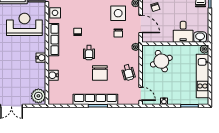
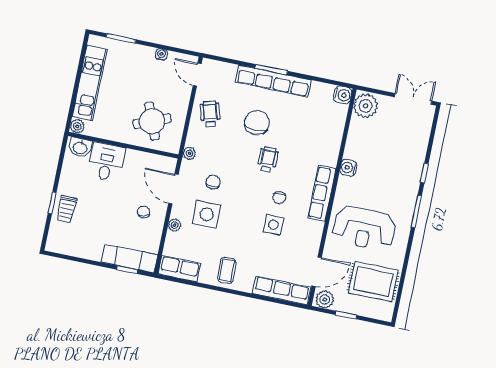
side table: (55, 13) -> (273, 225), moved
water cooler: (53, 75) -> (343, 95), moved

